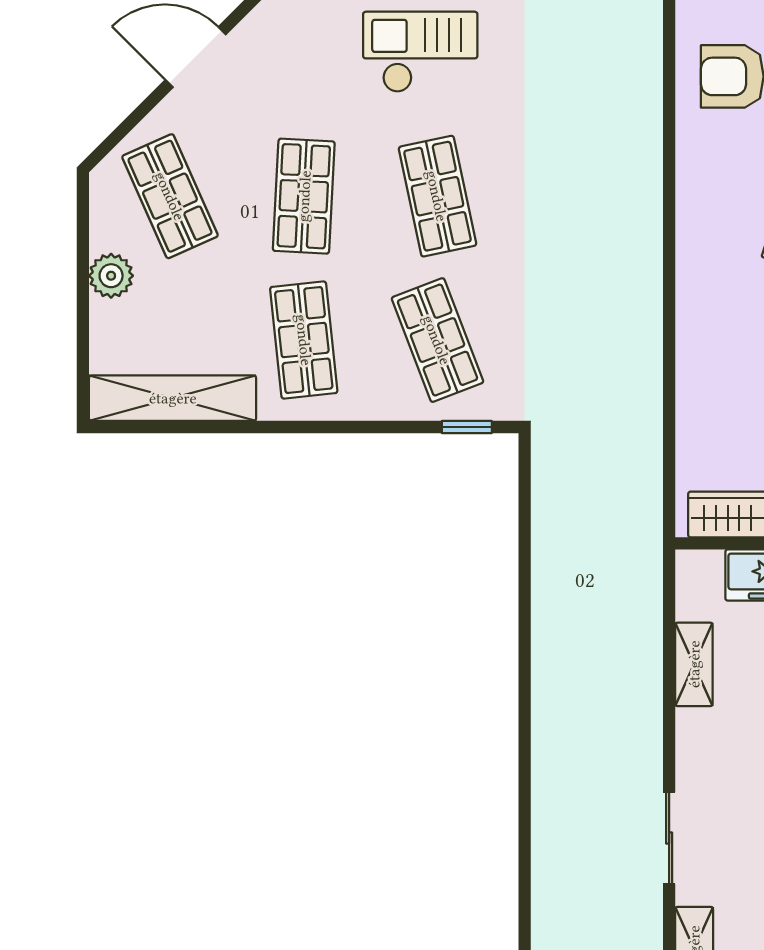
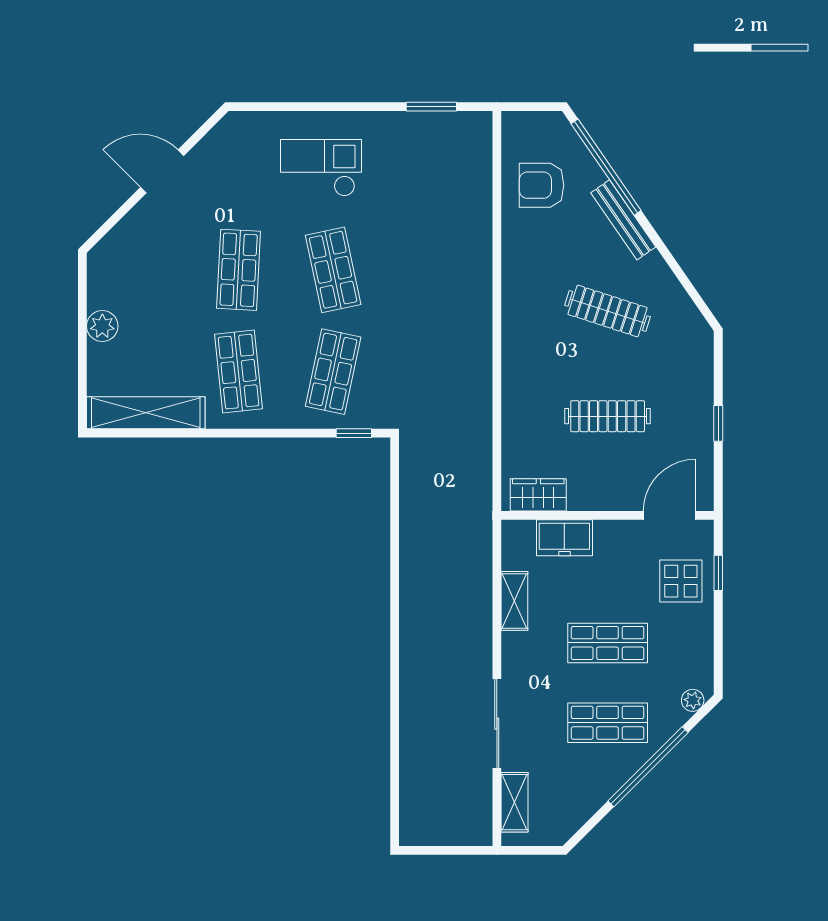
shop shelf: (170, 196) -> (144, 270), removed
shop shelf: (437, 340) -> (333, 372), turned 33
sliding door: (669, 838) -> (497, 724), width x1.37

